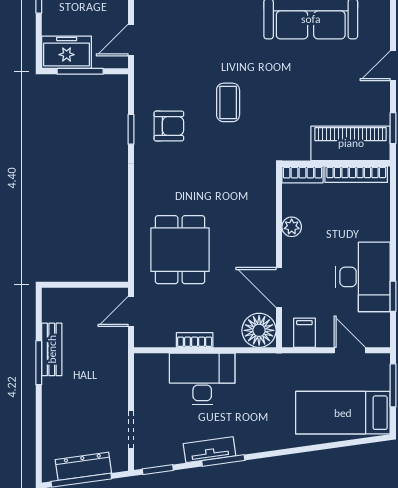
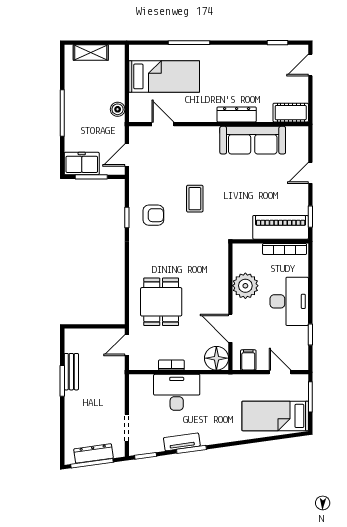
bookcase: (302, 175) -> (247, 249), removed
plant: (292, 227) -> (245, 286), width x1.87, depth x1.87
desk: (363, 277) -> (289, 301), moved

